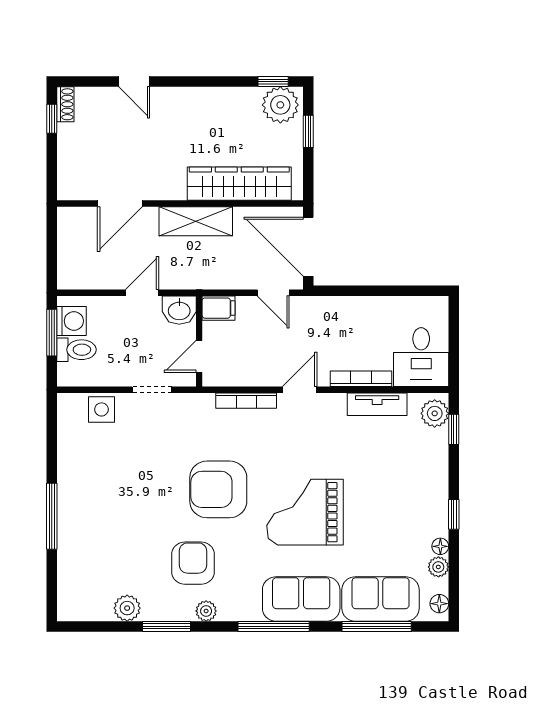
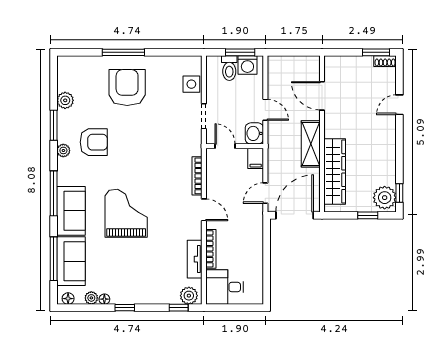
window: (52, 119) -> (376, 52), width x1.50
armchair: (218, 489) -> (127, 88), moved

